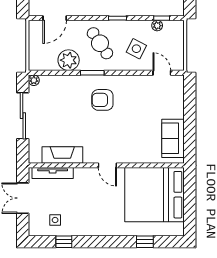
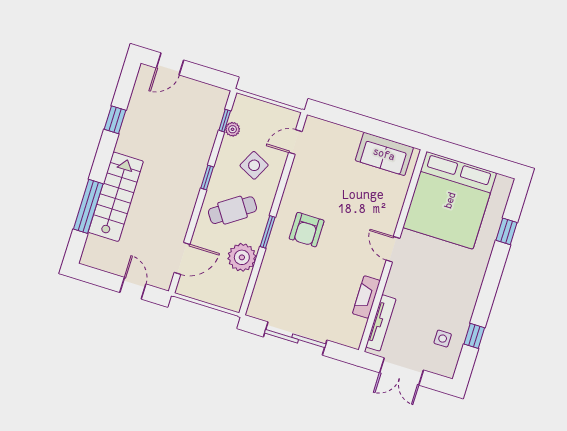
door: (55, 18) -> (182, 258), hinge flipped
plant: (34, 80) -> (254, 310), removed
fireplace: (62, 155) -> (366, 297), width x0.73, depth x0.76
door: (107, 165) -> (393, 249), swing flipped

